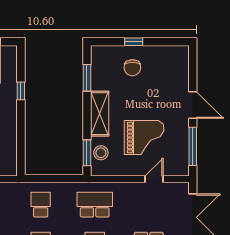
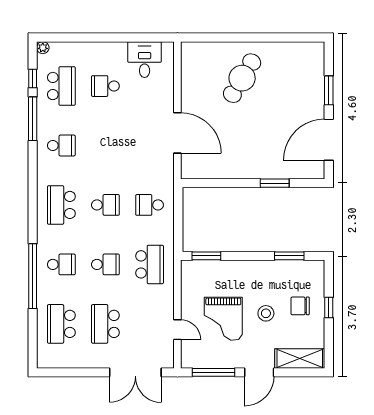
window: (21, 91) -> (275, 183), width x1.50
shelving: (100, 114) -> (300, 358), moved
stool: (101, 153) -> (266, 313), moved
school desk: (41, 205) -> (150, 205), turned 180

